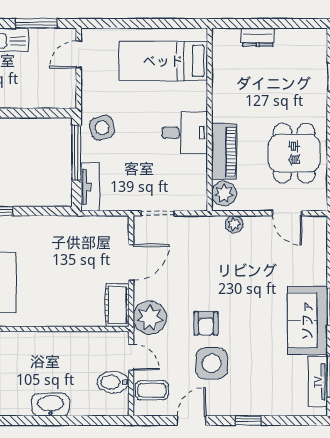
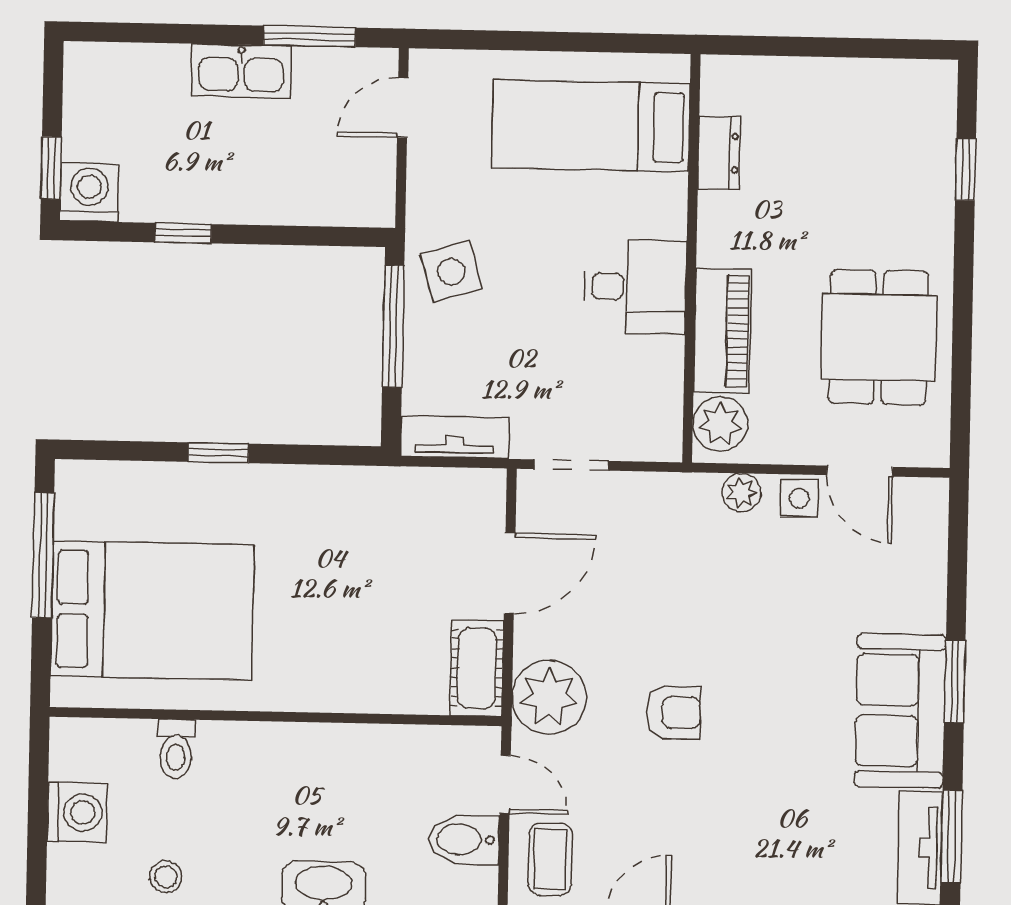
dresser: (258, 37) -> (719, 153), moved, turned -90
tv unit: (90, 187) -> (455, 437), moved, turned -90
armchair: (206, 323) -> (674, 713), turned -90
side table: (212, 363) -> (799, 498), moved, width x0.54, depth x0.54
coffee table: (152, 390) -> (550, 859), turned 90

